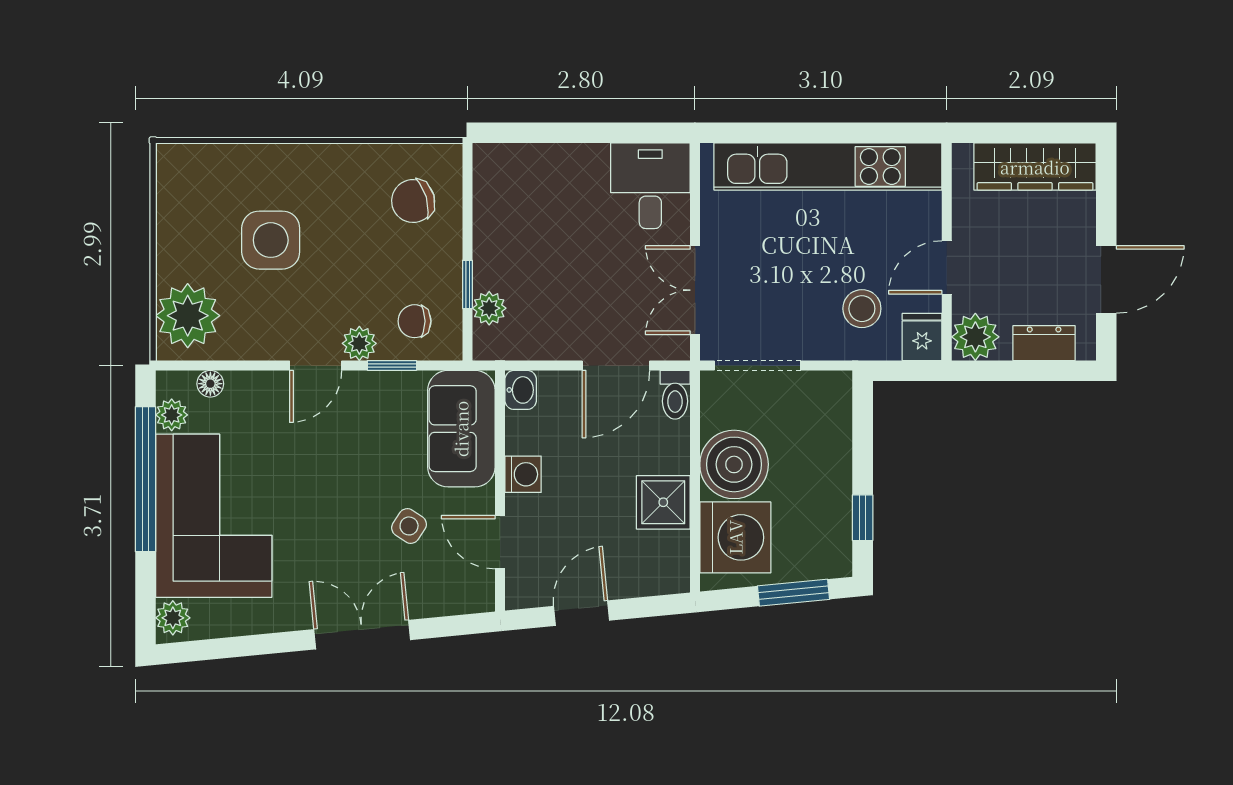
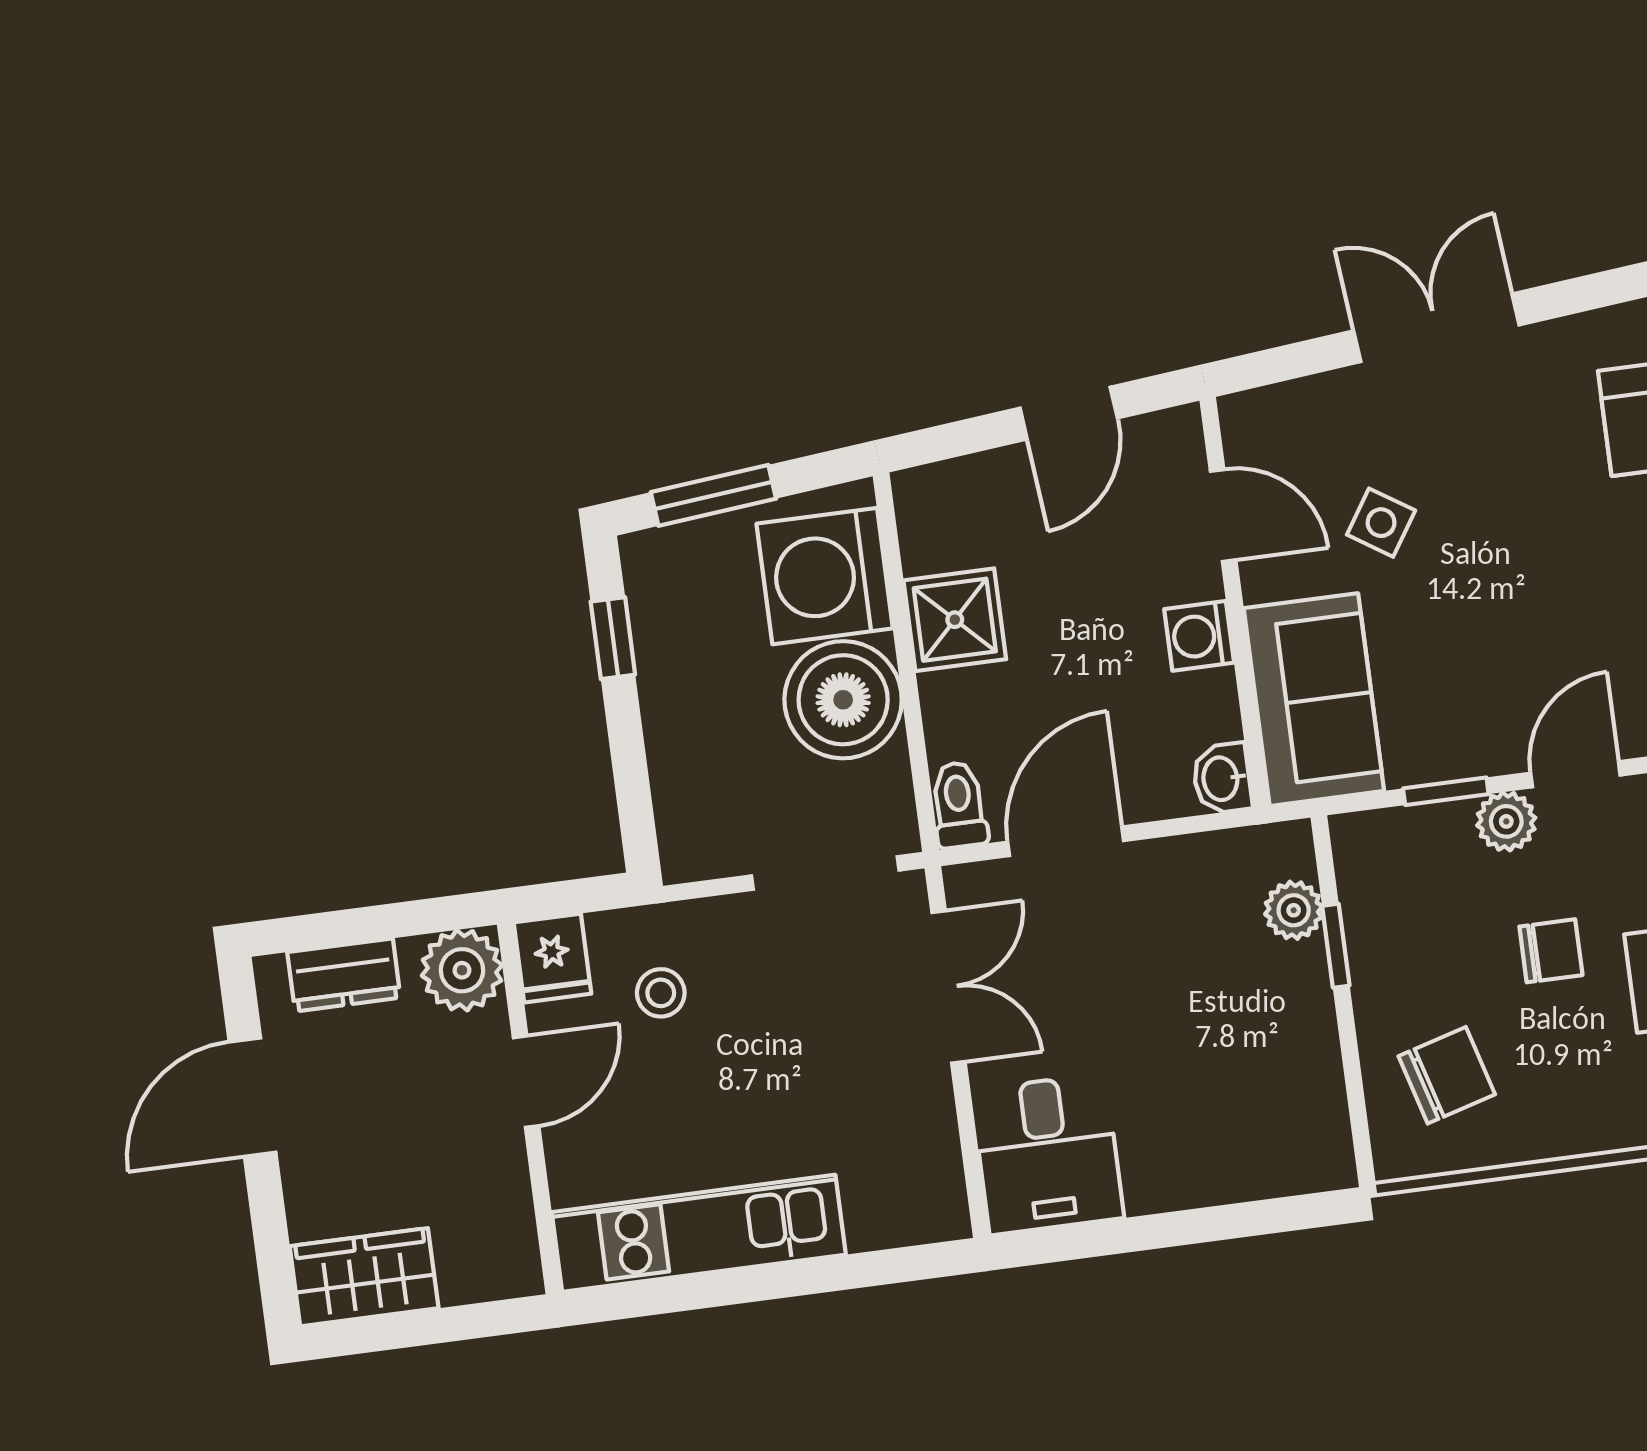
kitchen unit: (828, 166) -> (699, 1233), width x0.73
wardrobe: (1035, 167) -> (364, 1277), width x0.67
stool: (862, 309) -> (661, 993), width x0.73, depth x0.73
chair: (415, 321) -> (1551, 951), moved
double door: (362, 635) -> (1436, 328), swing flipped

